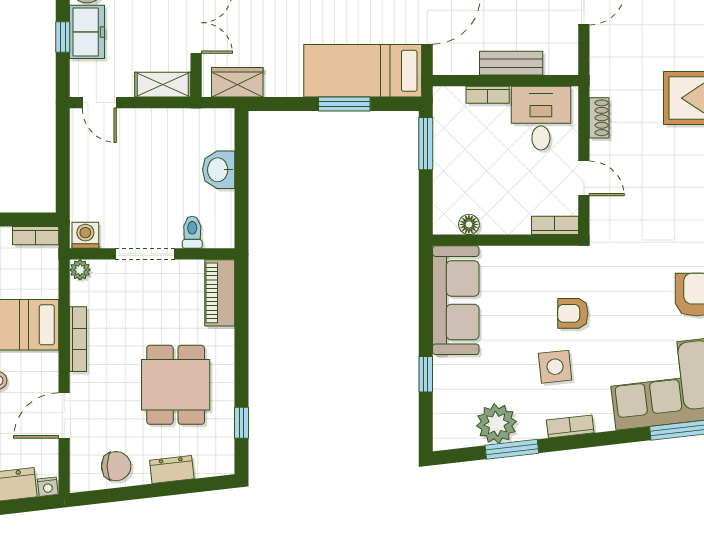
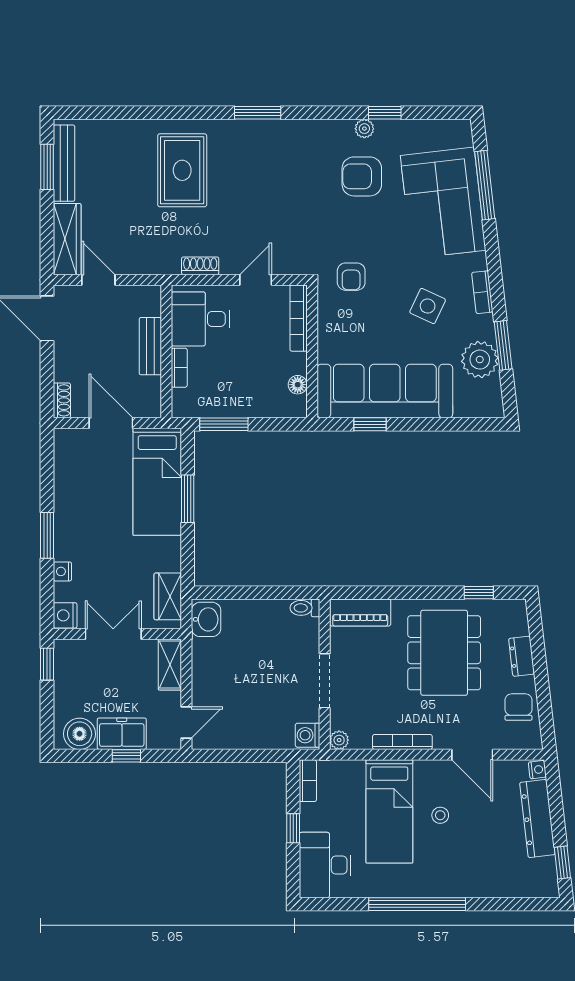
washbasin: (219, 170) -> (206, 619), moved, turned -90
bookcase: (555, 225) -> (299, 318), width x1.56
toilet: (192, 232) -> (305, 608), moved
sofa: (456, 300) -> (385, 391), width x1.36, depth x1.27
armchair: (573, 313) -> (351, 277), moved
side table: (555, 367) -> (428, 306), turned 31
window: (426, 374) -> (370, 424), moved
dining table: (176, 385) -> (444, 653), width x1.38

